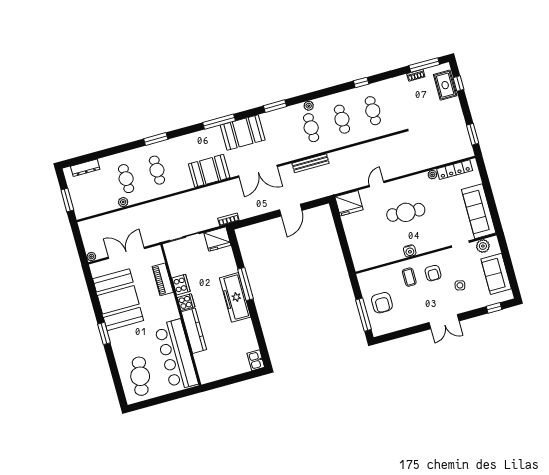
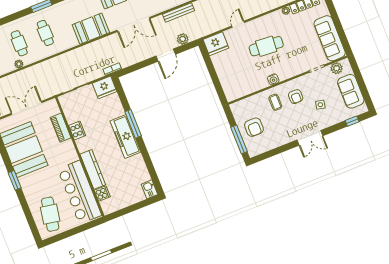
plant: (312, 194) -> (183, 39), added
cooker: (186, 302) -> (102, 194), moved

